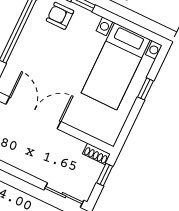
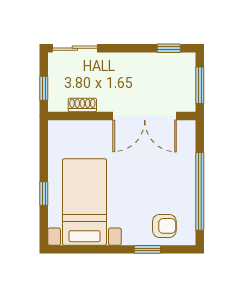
shoe rack: (96, 154) -> (82, 105), moved

